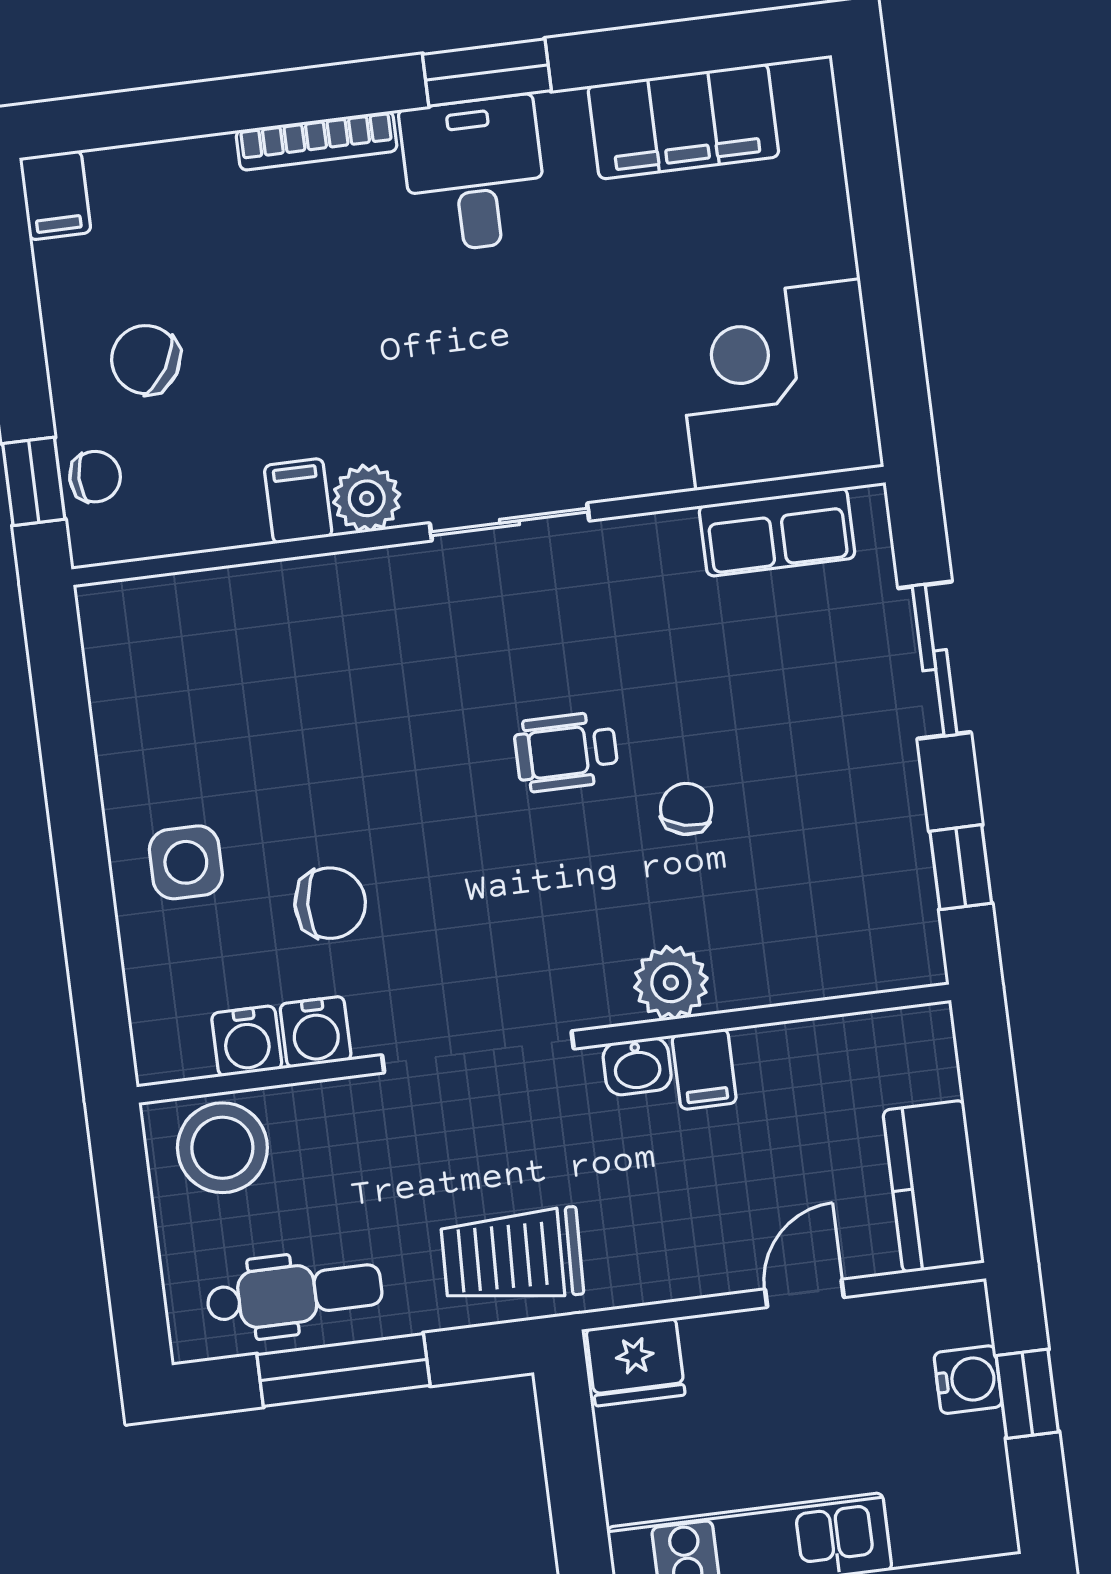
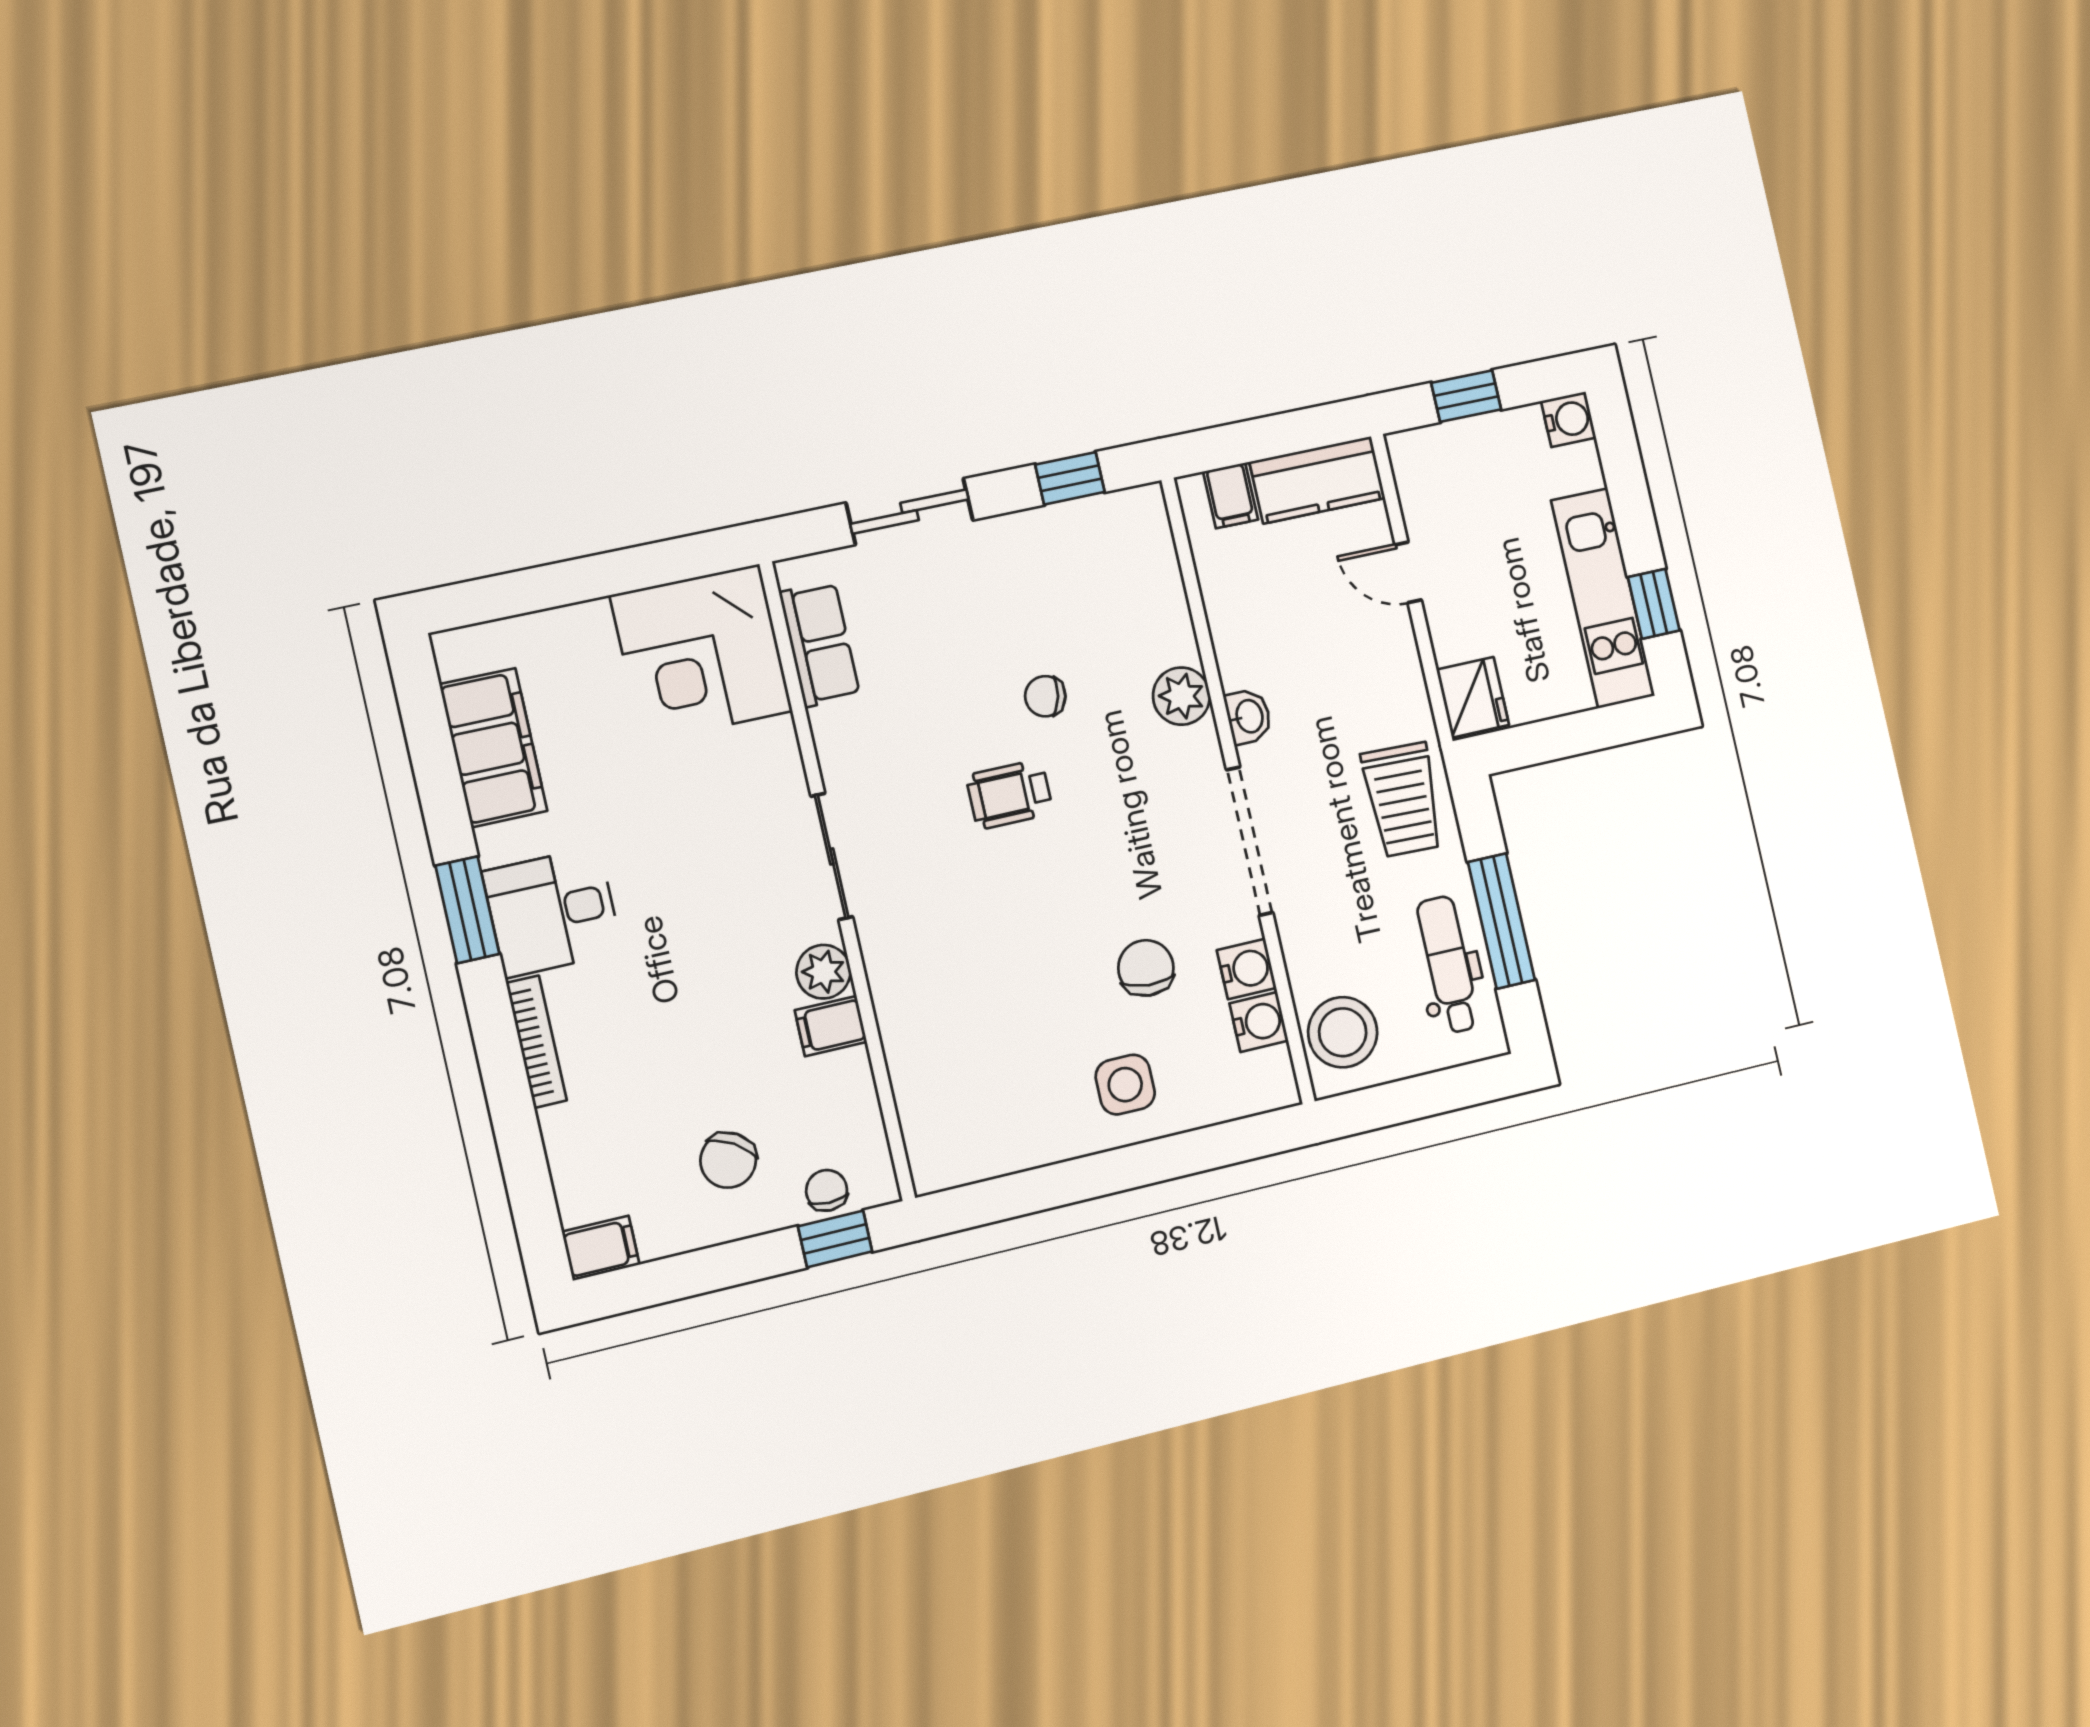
wheelchair: (566, 752) -> (1010, 794), turned 90
filing cabinet: (704, 1069) -> (1231, 496), moved, turned 90
water cooler: (968, 1380) -> (1568, 419), moved, turned 90

